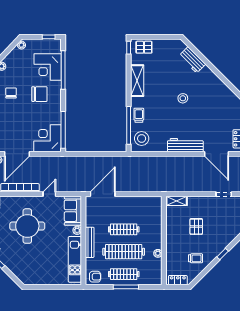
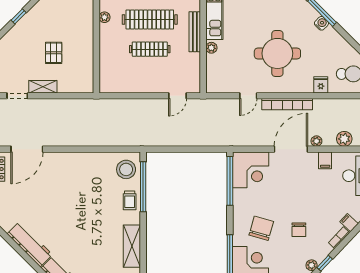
chair: (39, 94) -> (261, 228), turned 106
stool: (183, 98) -> (71, 223), removed
workbench: (185, 145) -> (30, 244), moved, turned -135
door: (216, 154) -> (27, 149), swing flipped
door: (103, 194) -> (178, 96), width x0.53
shelving: (177, 201) -> (43, 87), moved
sofa: (73, 211) -> (217, 74), removed
trolley: (196, 258) -> (54, 11), removed

